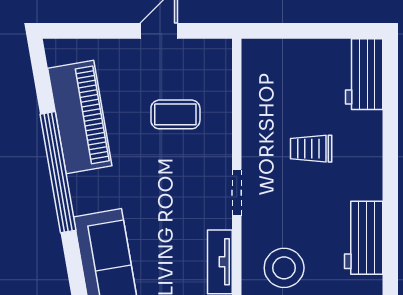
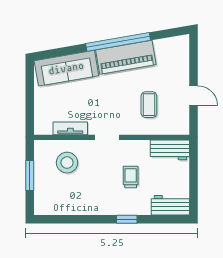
piano: (80, 117) -> (126, 57), moved
window: (390, 156) -> (127, 219), added
workbench: (364, 238) -> (170, 150), moved, turned 180

